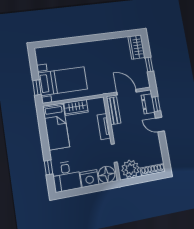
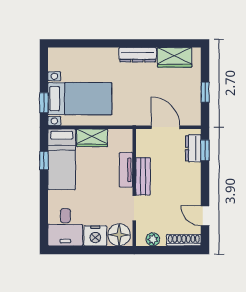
dresser: (99, 45) -> (138, 55), added
wardrobe: (136, 47) -> (175, 57), moved, turned -90
bench: (114, 111) -> (143, 176), moved
door: (160, 125) -> (205, 216), moved
window: (49, 167) -> (44, 161), moved
plant: (130, 169) -> (153, 239), width x0.53, depth x0.53

